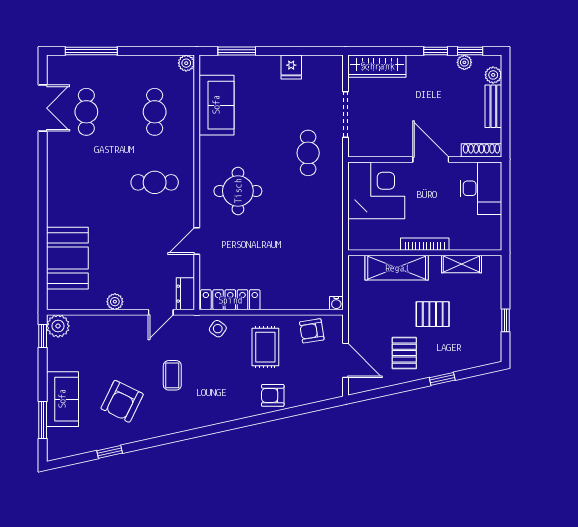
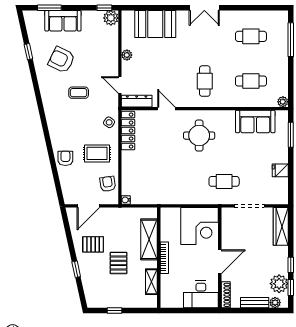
plant: (464, 62) -> (279, 284), width x1.87, depth x1.87
double door: (43, 108) -> (204, 8), moved
dresser: (185, 294) -> (137, 101), width x1.44

